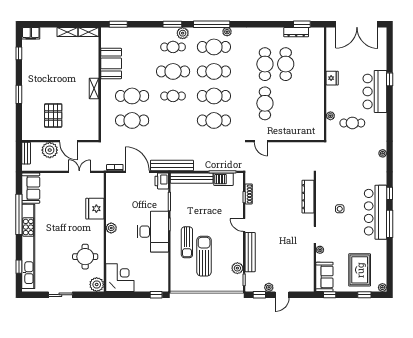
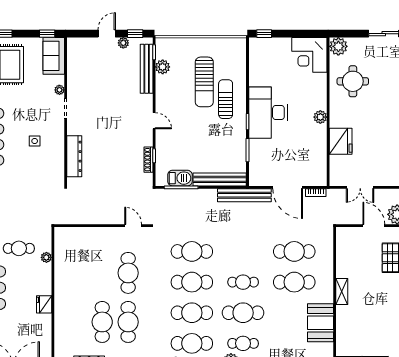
printer: (162, 181) -> (257, 176), removed
bench: (250, 252) -> (147, 69), moved

